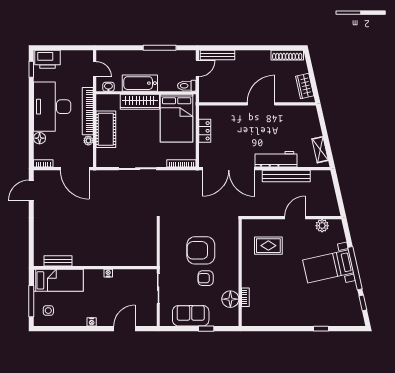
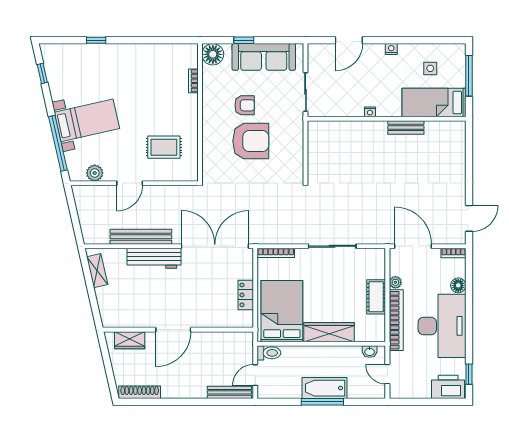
window: (160, 48) -> (322, 402), moved
bathtub: (140, 83) -> (324, 388), moved, turned 180
wardrobe: (305, 86) -> (130, 340), moved, turned 103
cot: (106, 129) -> (376, 297), width x0.73, depth x0.75
bench: (58, 261) -> (406, 127), moved
window: (355, 268) -> (58, 143), moved
floor lamp: (230, 299) -> (213, 54), moved
side table: (48, 311) -> (430, 68), moved
sofa: (191, 316) -> (264, 57), width x1.36

